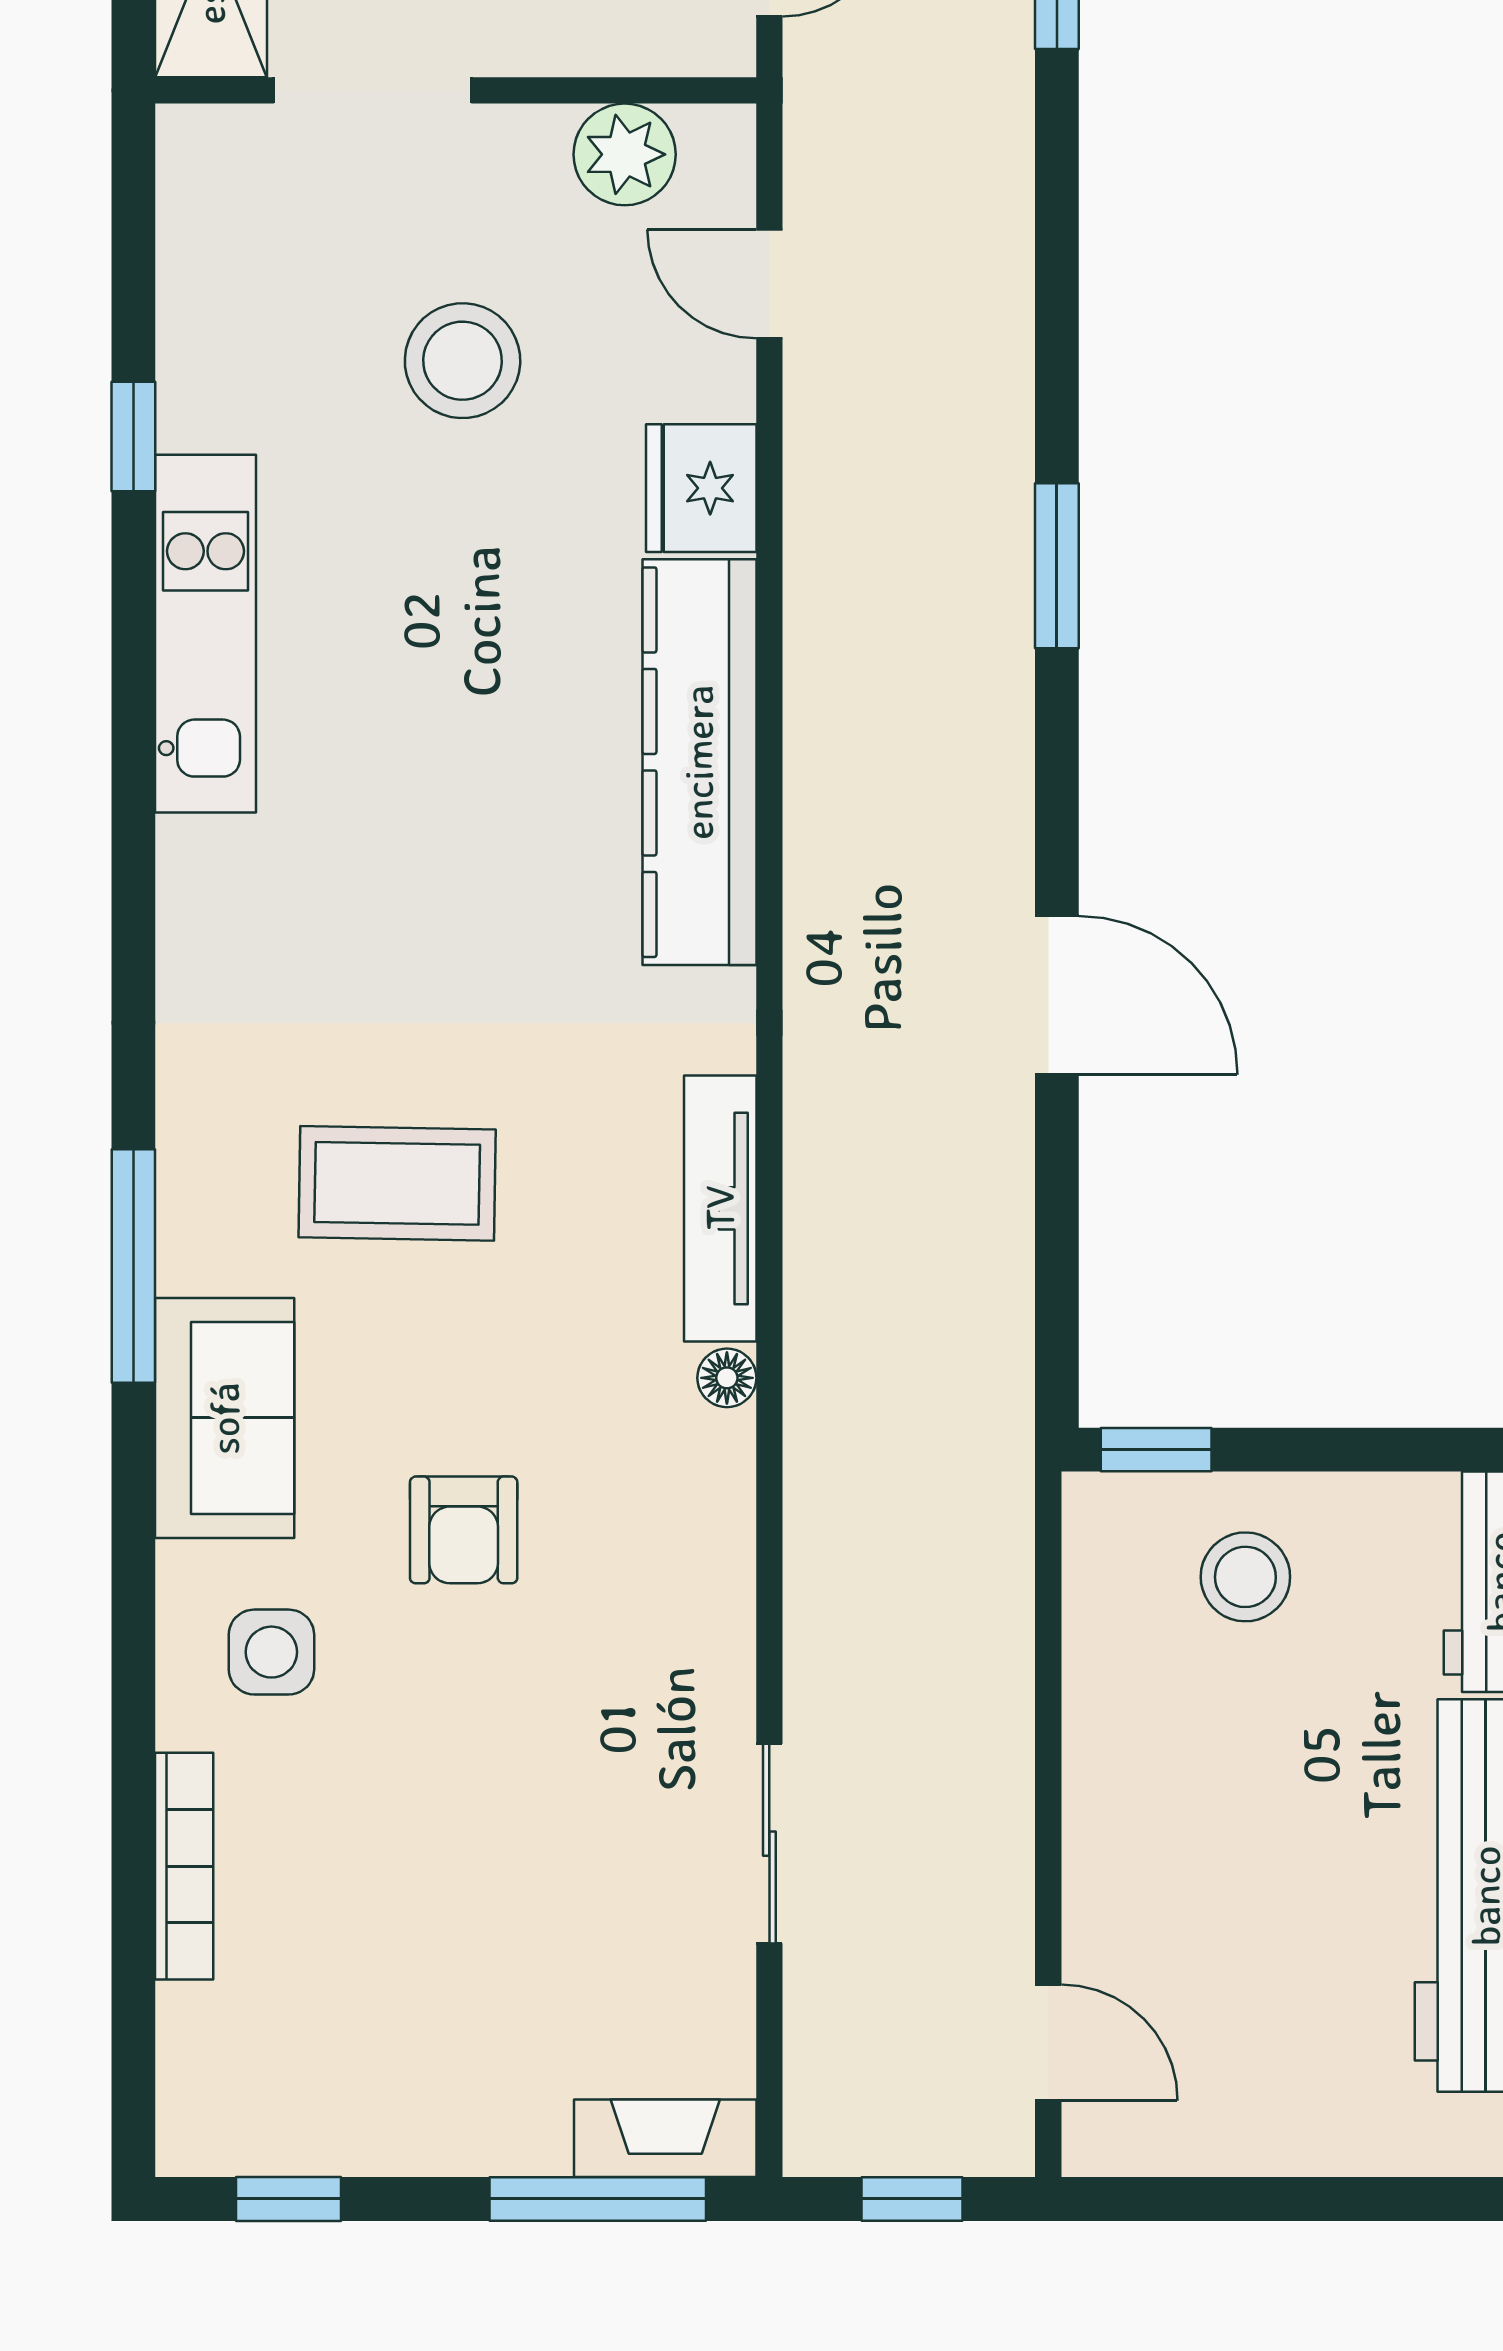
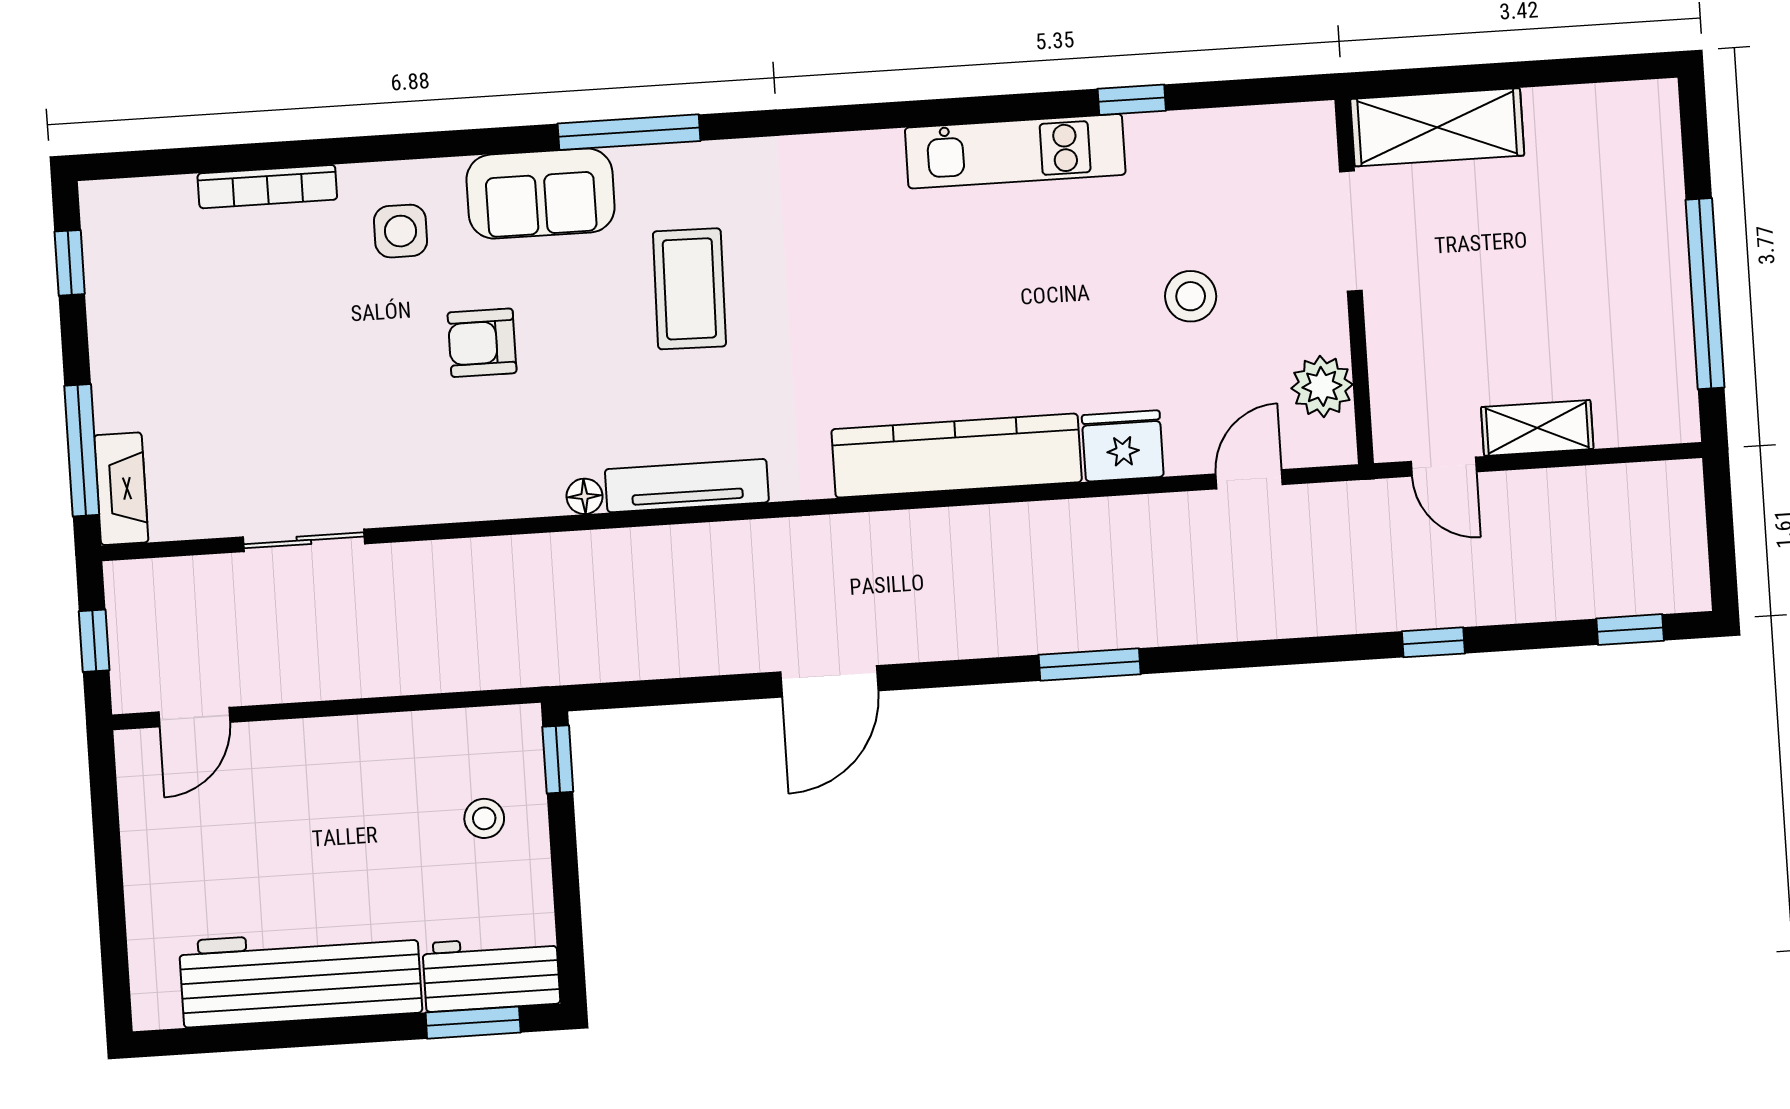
stool: (463, 361) -> (1191, 296), width x0.73, depth x0.73
stool: (1245, 1577) -> (484, 818), width x0.73, depth x0.73

